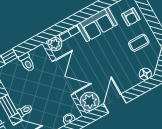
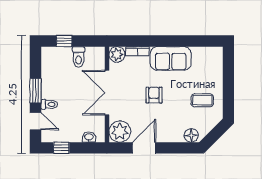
armchair: (131, 17) -> (154, 95), moved, turned 180
double door: (63, 77) -> (107, 93), swing flipped

